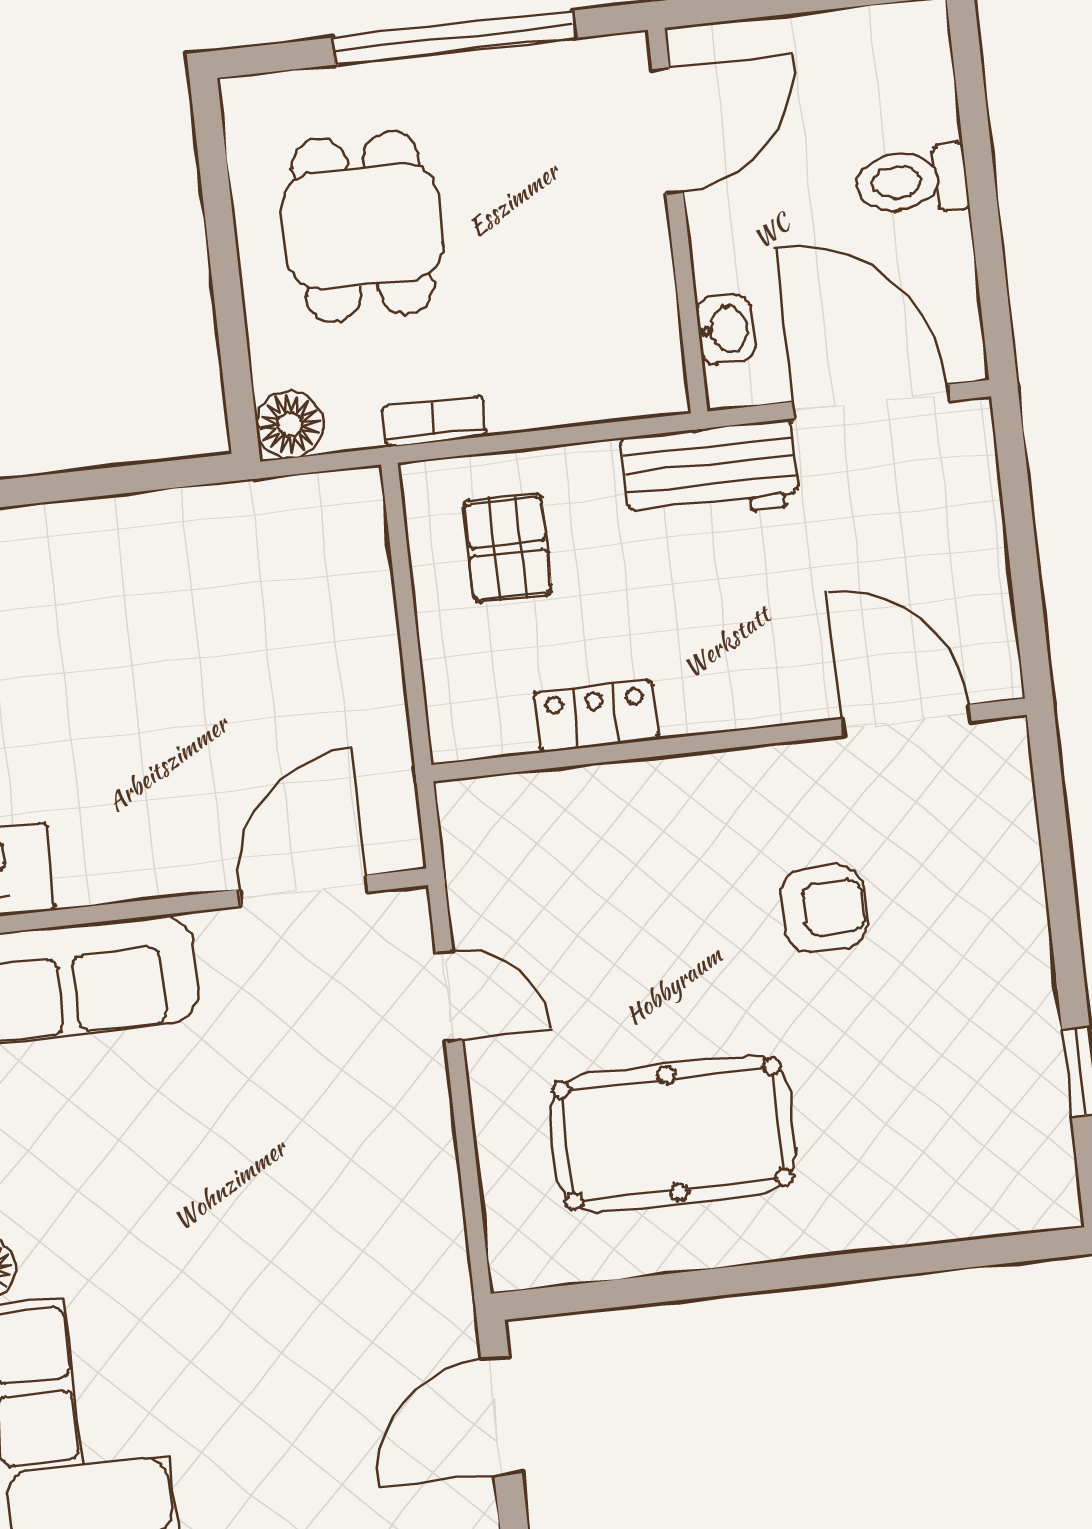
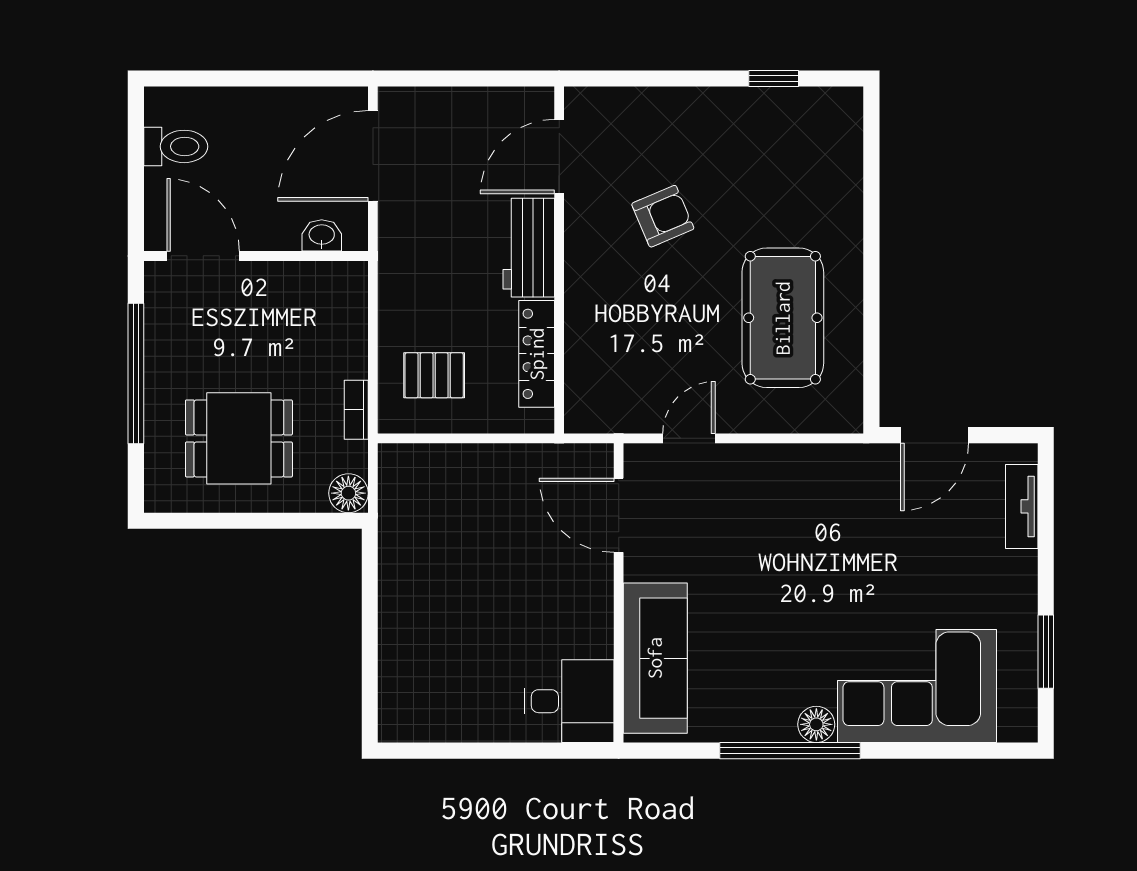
toilet: (912, 181) -> (176, 146), moved, turned -90
workbench: (710, 472) -> (529, 248), moved, turned 180
locker: (596, 716) -> (537, 354), width x1.53
armchair: (824, 909) -> (663, 216), turned 67
door: (502, 1416) -> (935, 435), hinge flipped

